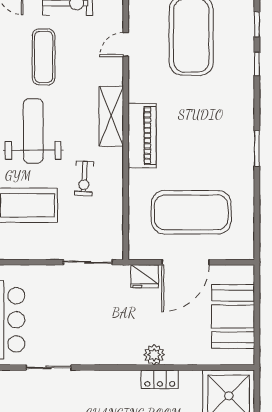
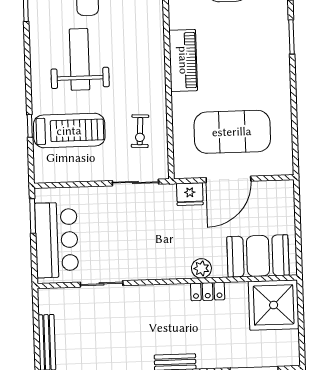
shelving: (111, 116) -> (153, 43), removed
window: (257, 148) -> (292, 37), moved
exercise bike: (84, 178) -> (140, 131), moved
booth: (233, 316) -> (258, 256), moved, turned 90

